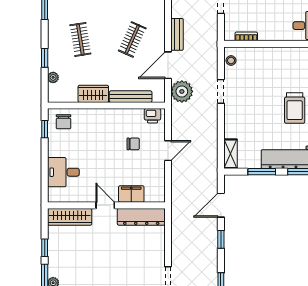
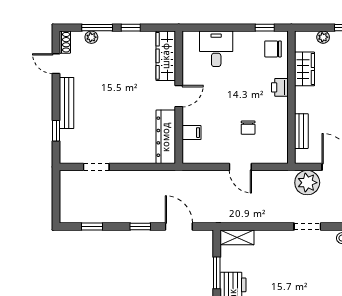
wardrobe: (93, 94) -> (305, 69), moved
bench: (131, 97) -> (301, 131), width x0.73
printer: (152, 116) -> (280, 87), moved
filing cabinet: (131, 194) -> (191, 133), width x0.50

